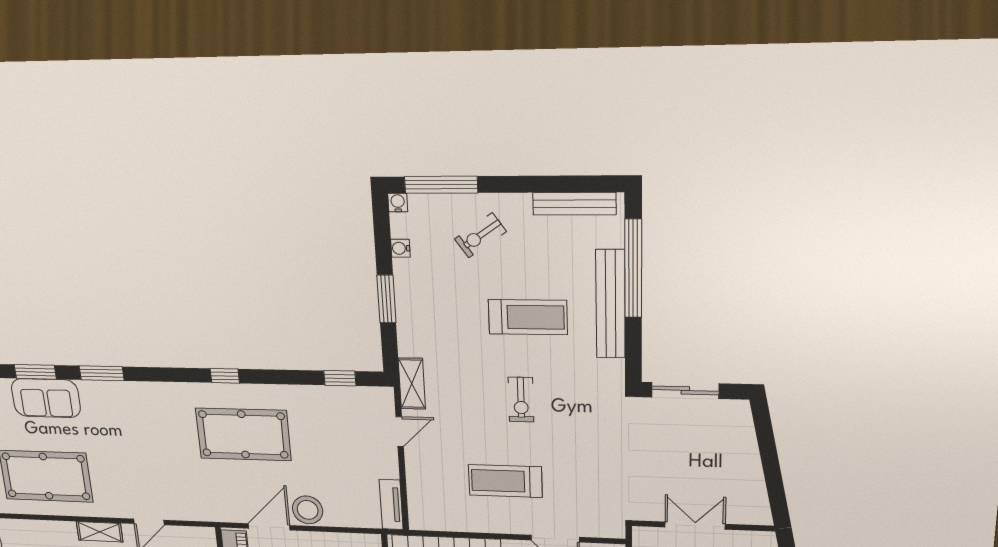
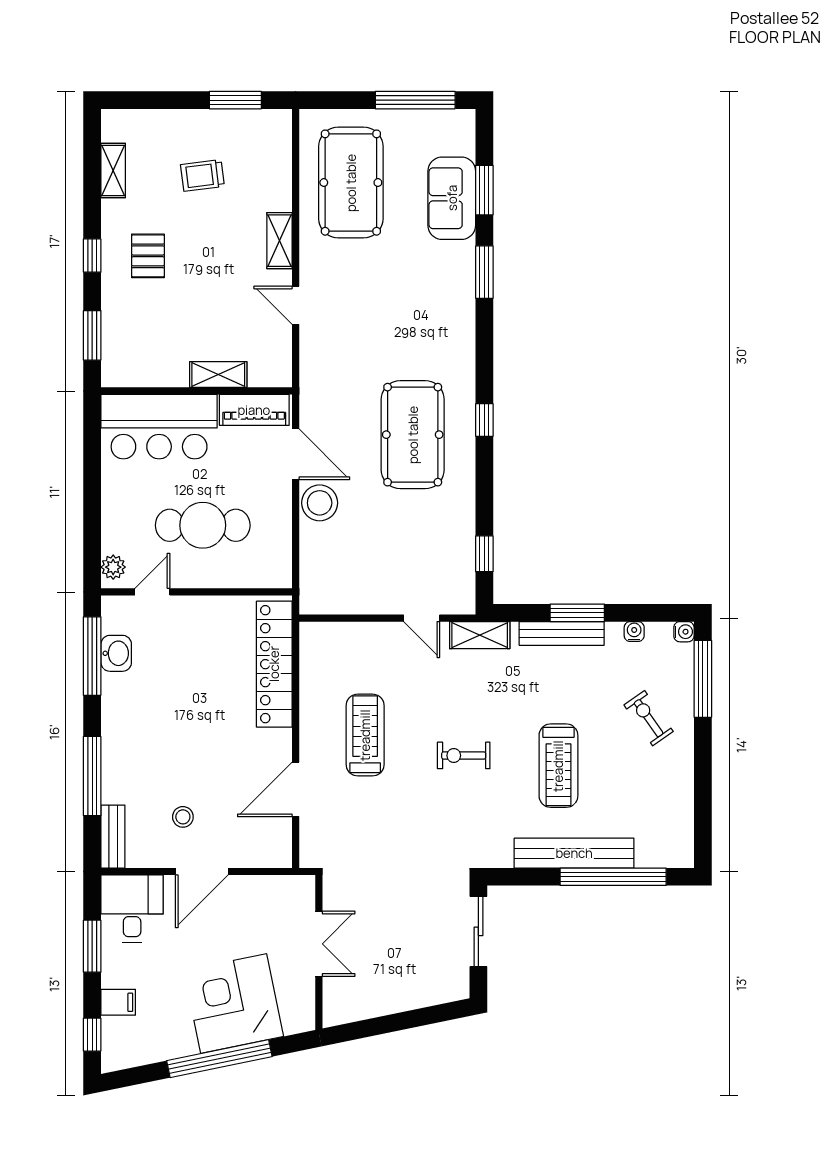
bench: (574, 204) -> (562, 633), moved, turned 90
tv unit: (391, 505) -> (331, 603), removed

